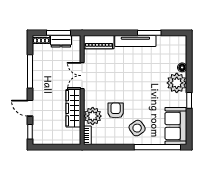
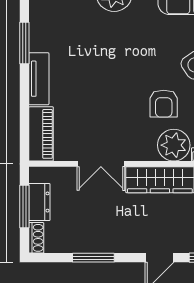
tv unit: (135, 41) -> (39, 79), width x0.71
window: (30, 71) -> (93, 258), width x0.69
armchair: (116, 110) -> (164, 104), turned -90

